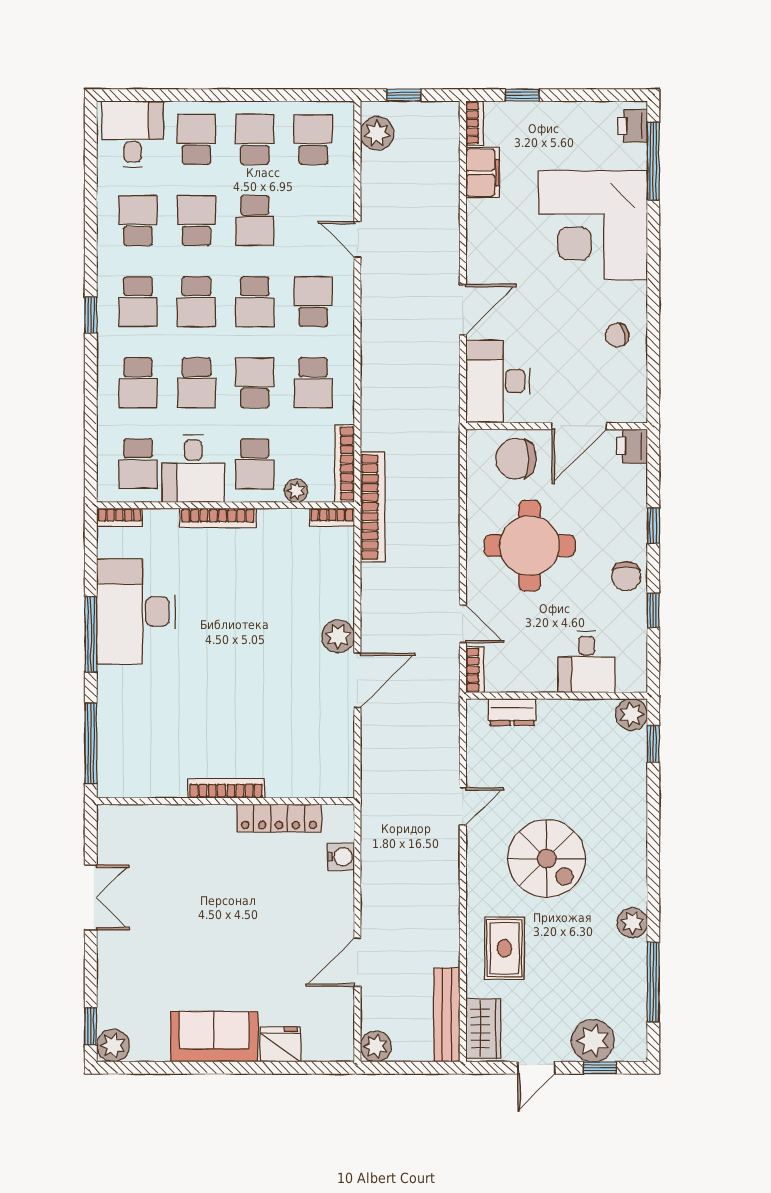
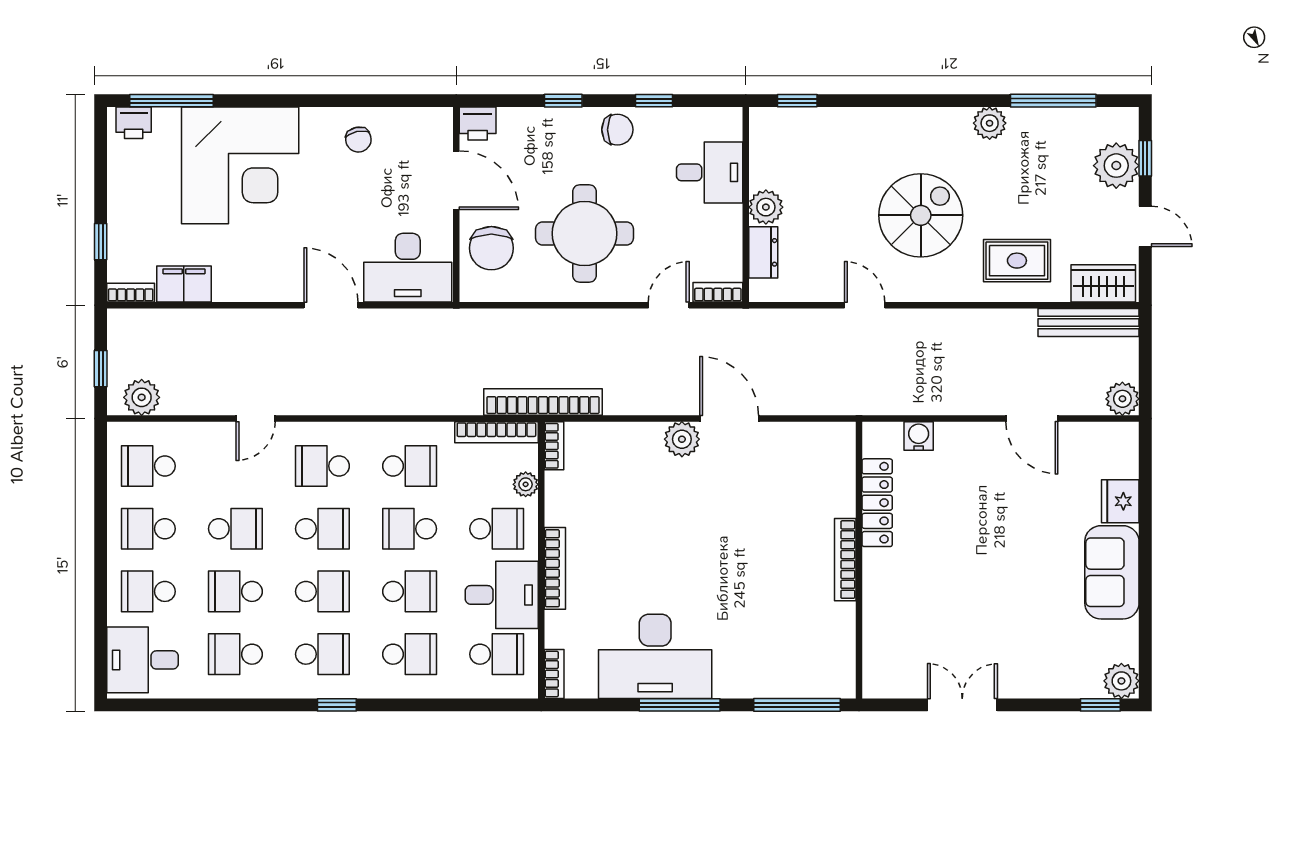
plant: (632, 714) -> (766, 207), moved

